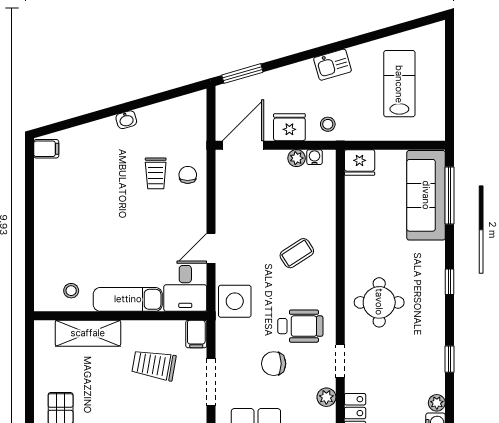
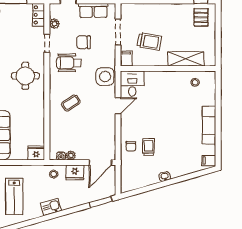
exam couch: (128, 299) -> (209, 125), moved, turned 90
chair: (274, 364) -> (84, 42), turned 180

